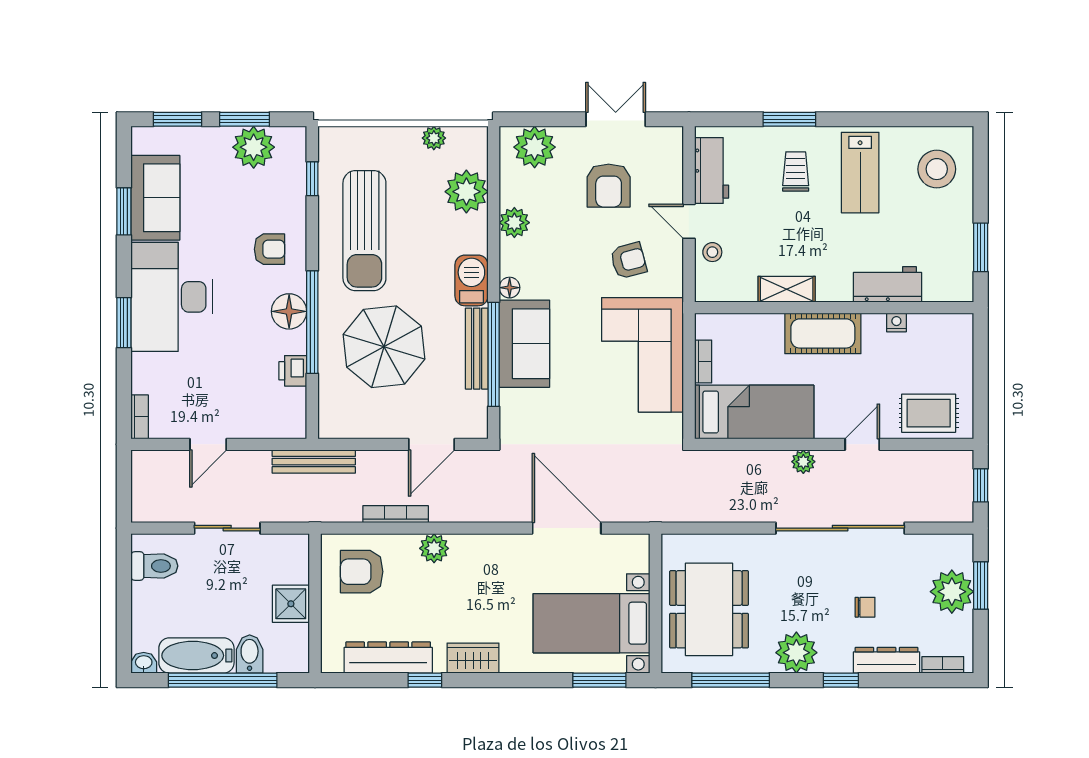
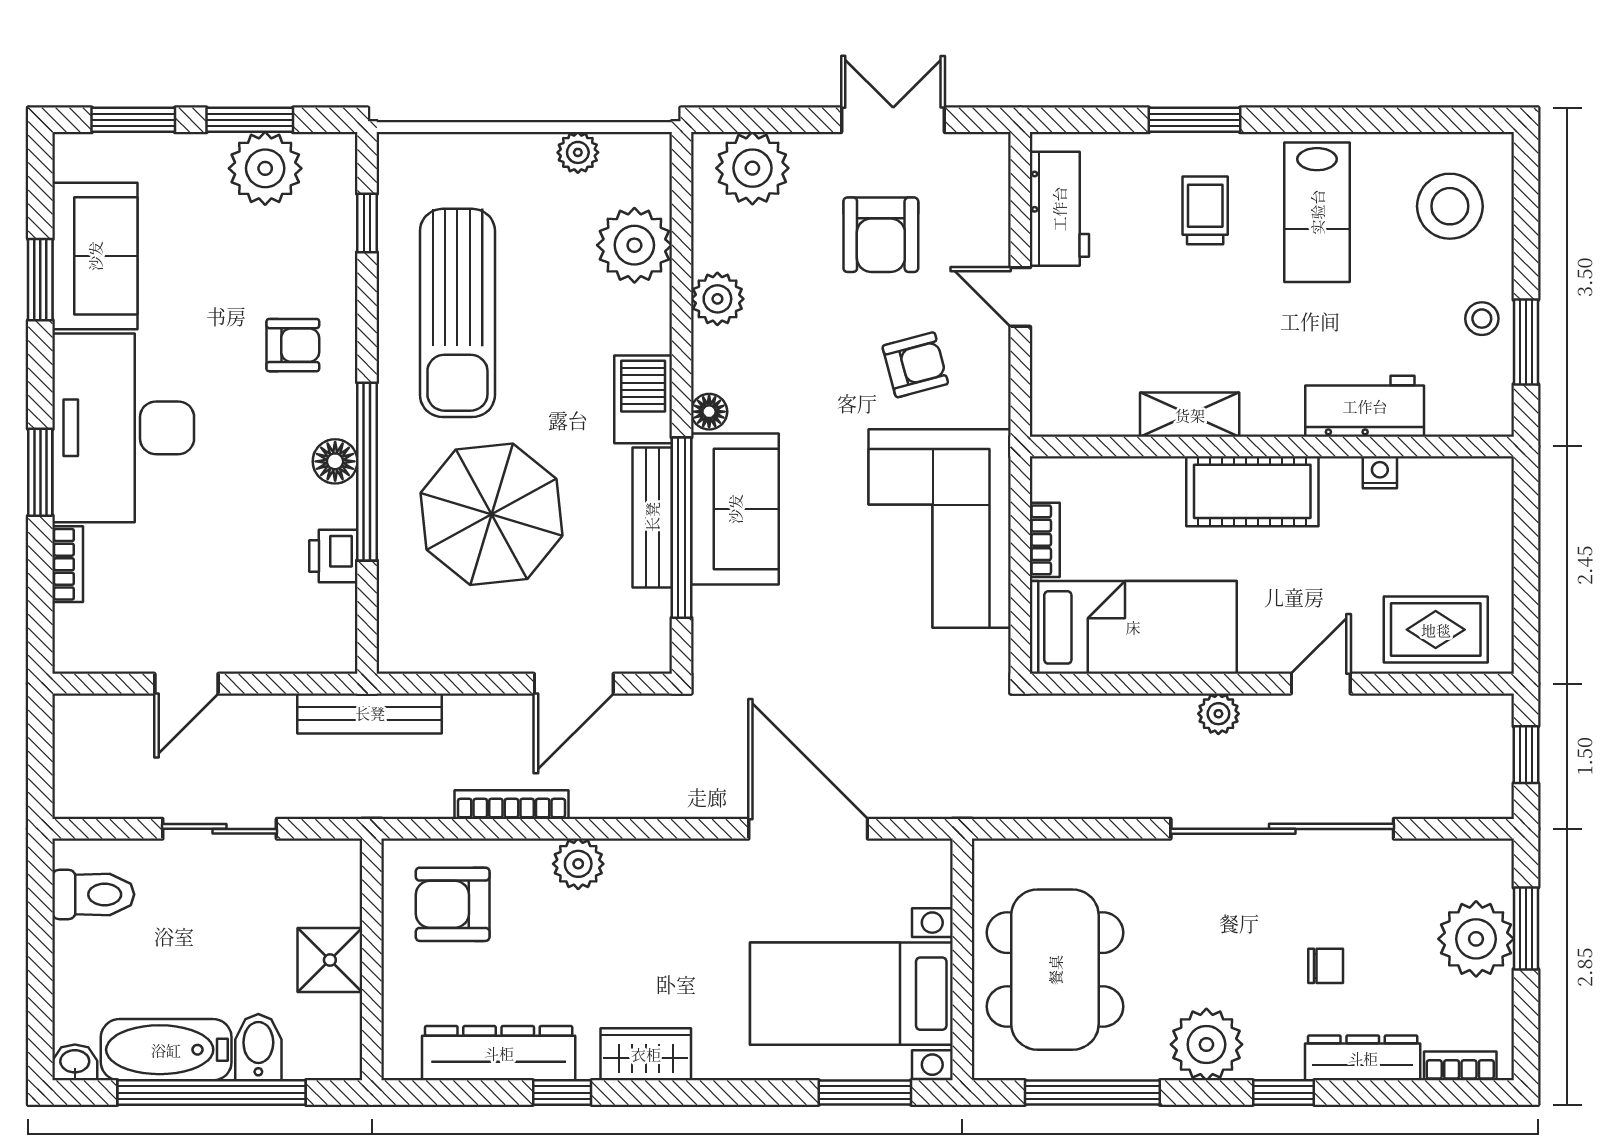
stool: (712, 252) -> (1482, 319), moved
floor lamp: (289, 311) -> (335, 461), width x0.73, depth x0.73
bookcase: (140, 417) -> (68, 564), moved

